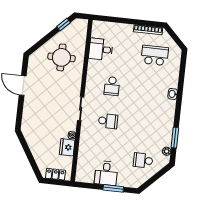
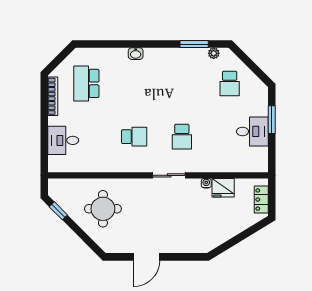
desk: (101, 49) -> (63, 140), moved, turned 90
school desk: (108, 121) -> (182, 137), turned 180

